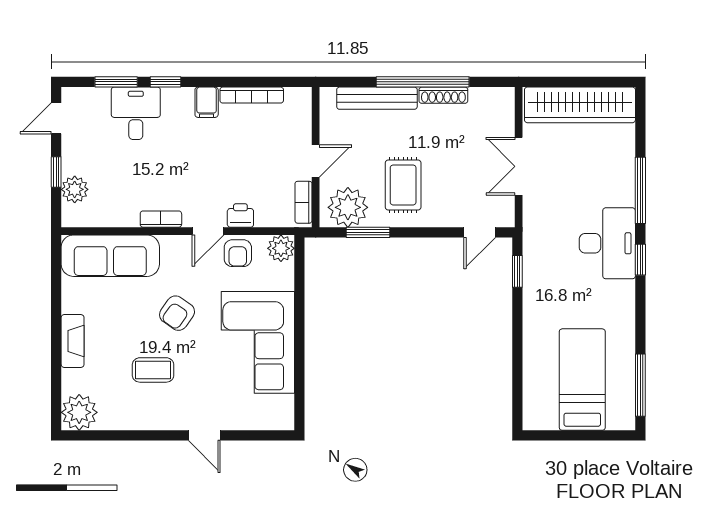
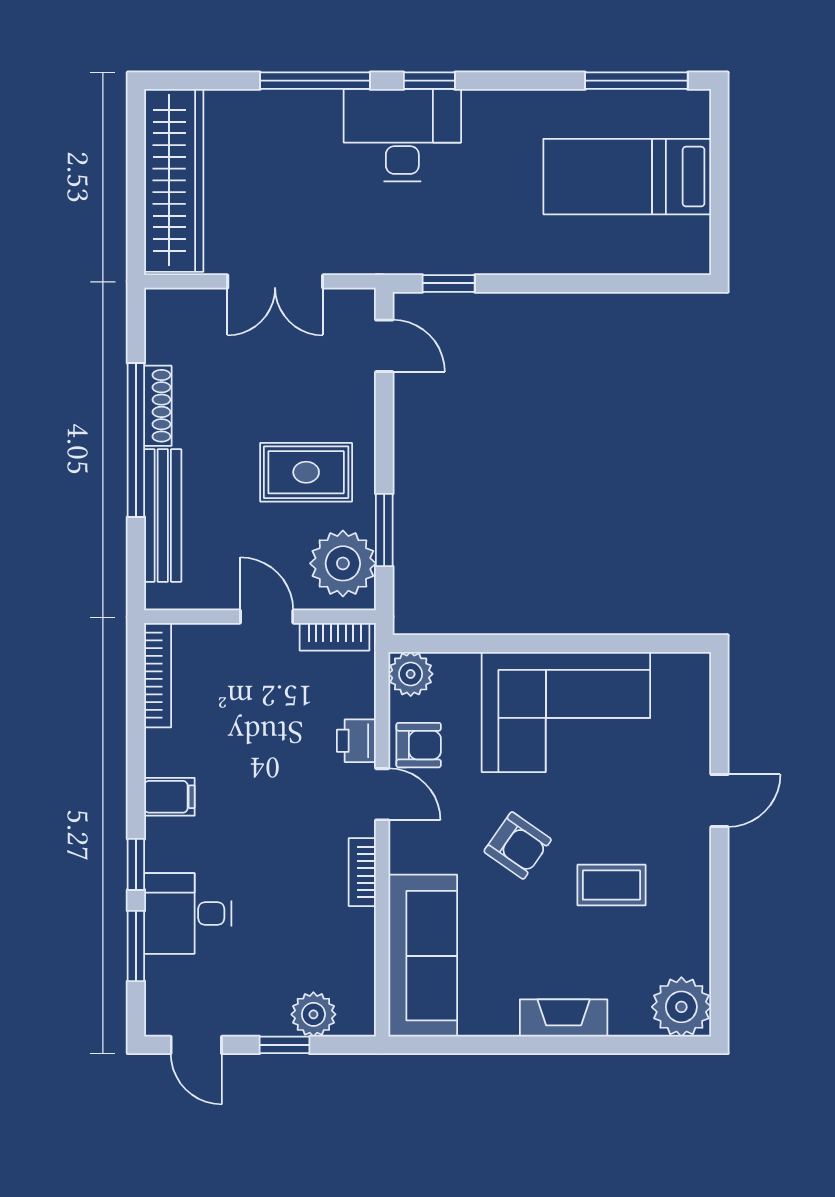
bookcase: (252, 95) -> (158, 675), moved
coffee table: (153, 370) -> (611, 885), turned 90

